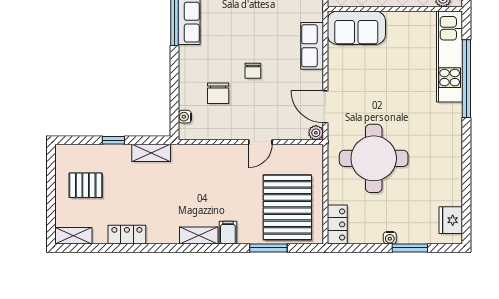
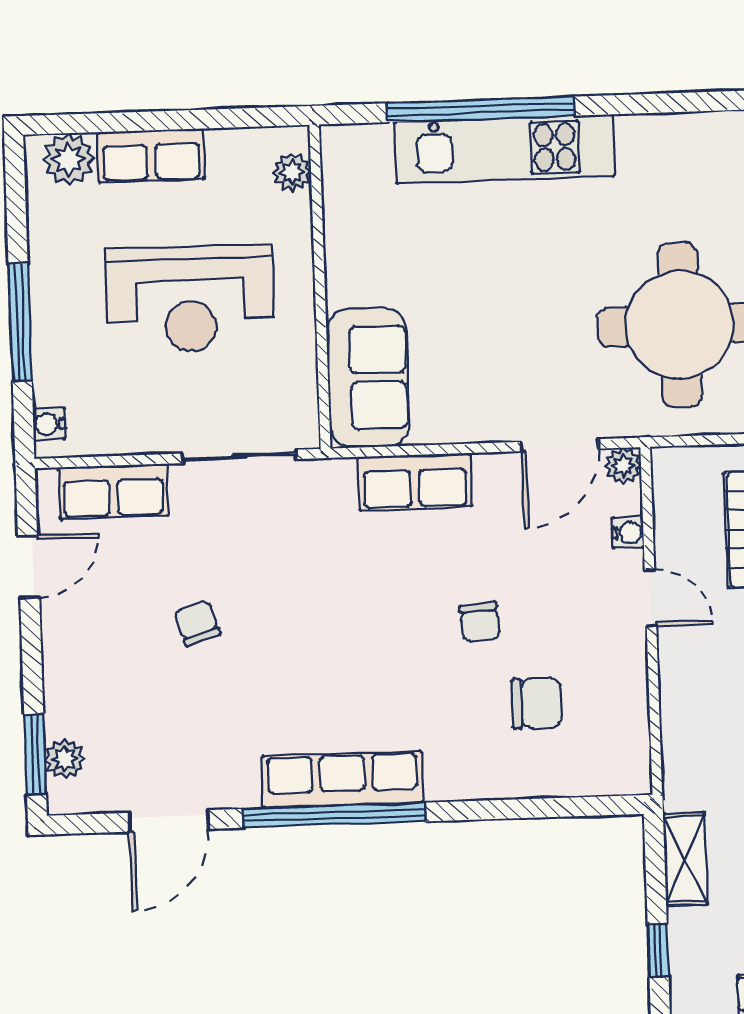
kitchen unit: (450, 57) -> (504, 149), moved
chair: (253, 71) -> (480, 622), turned 85
water cooler: (185, 117) -> (628, 533), moved, turned -90

